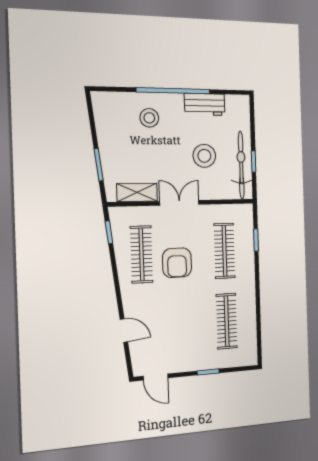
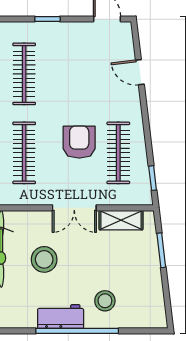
workbench: (205, 104) -> (61, 317), moved

